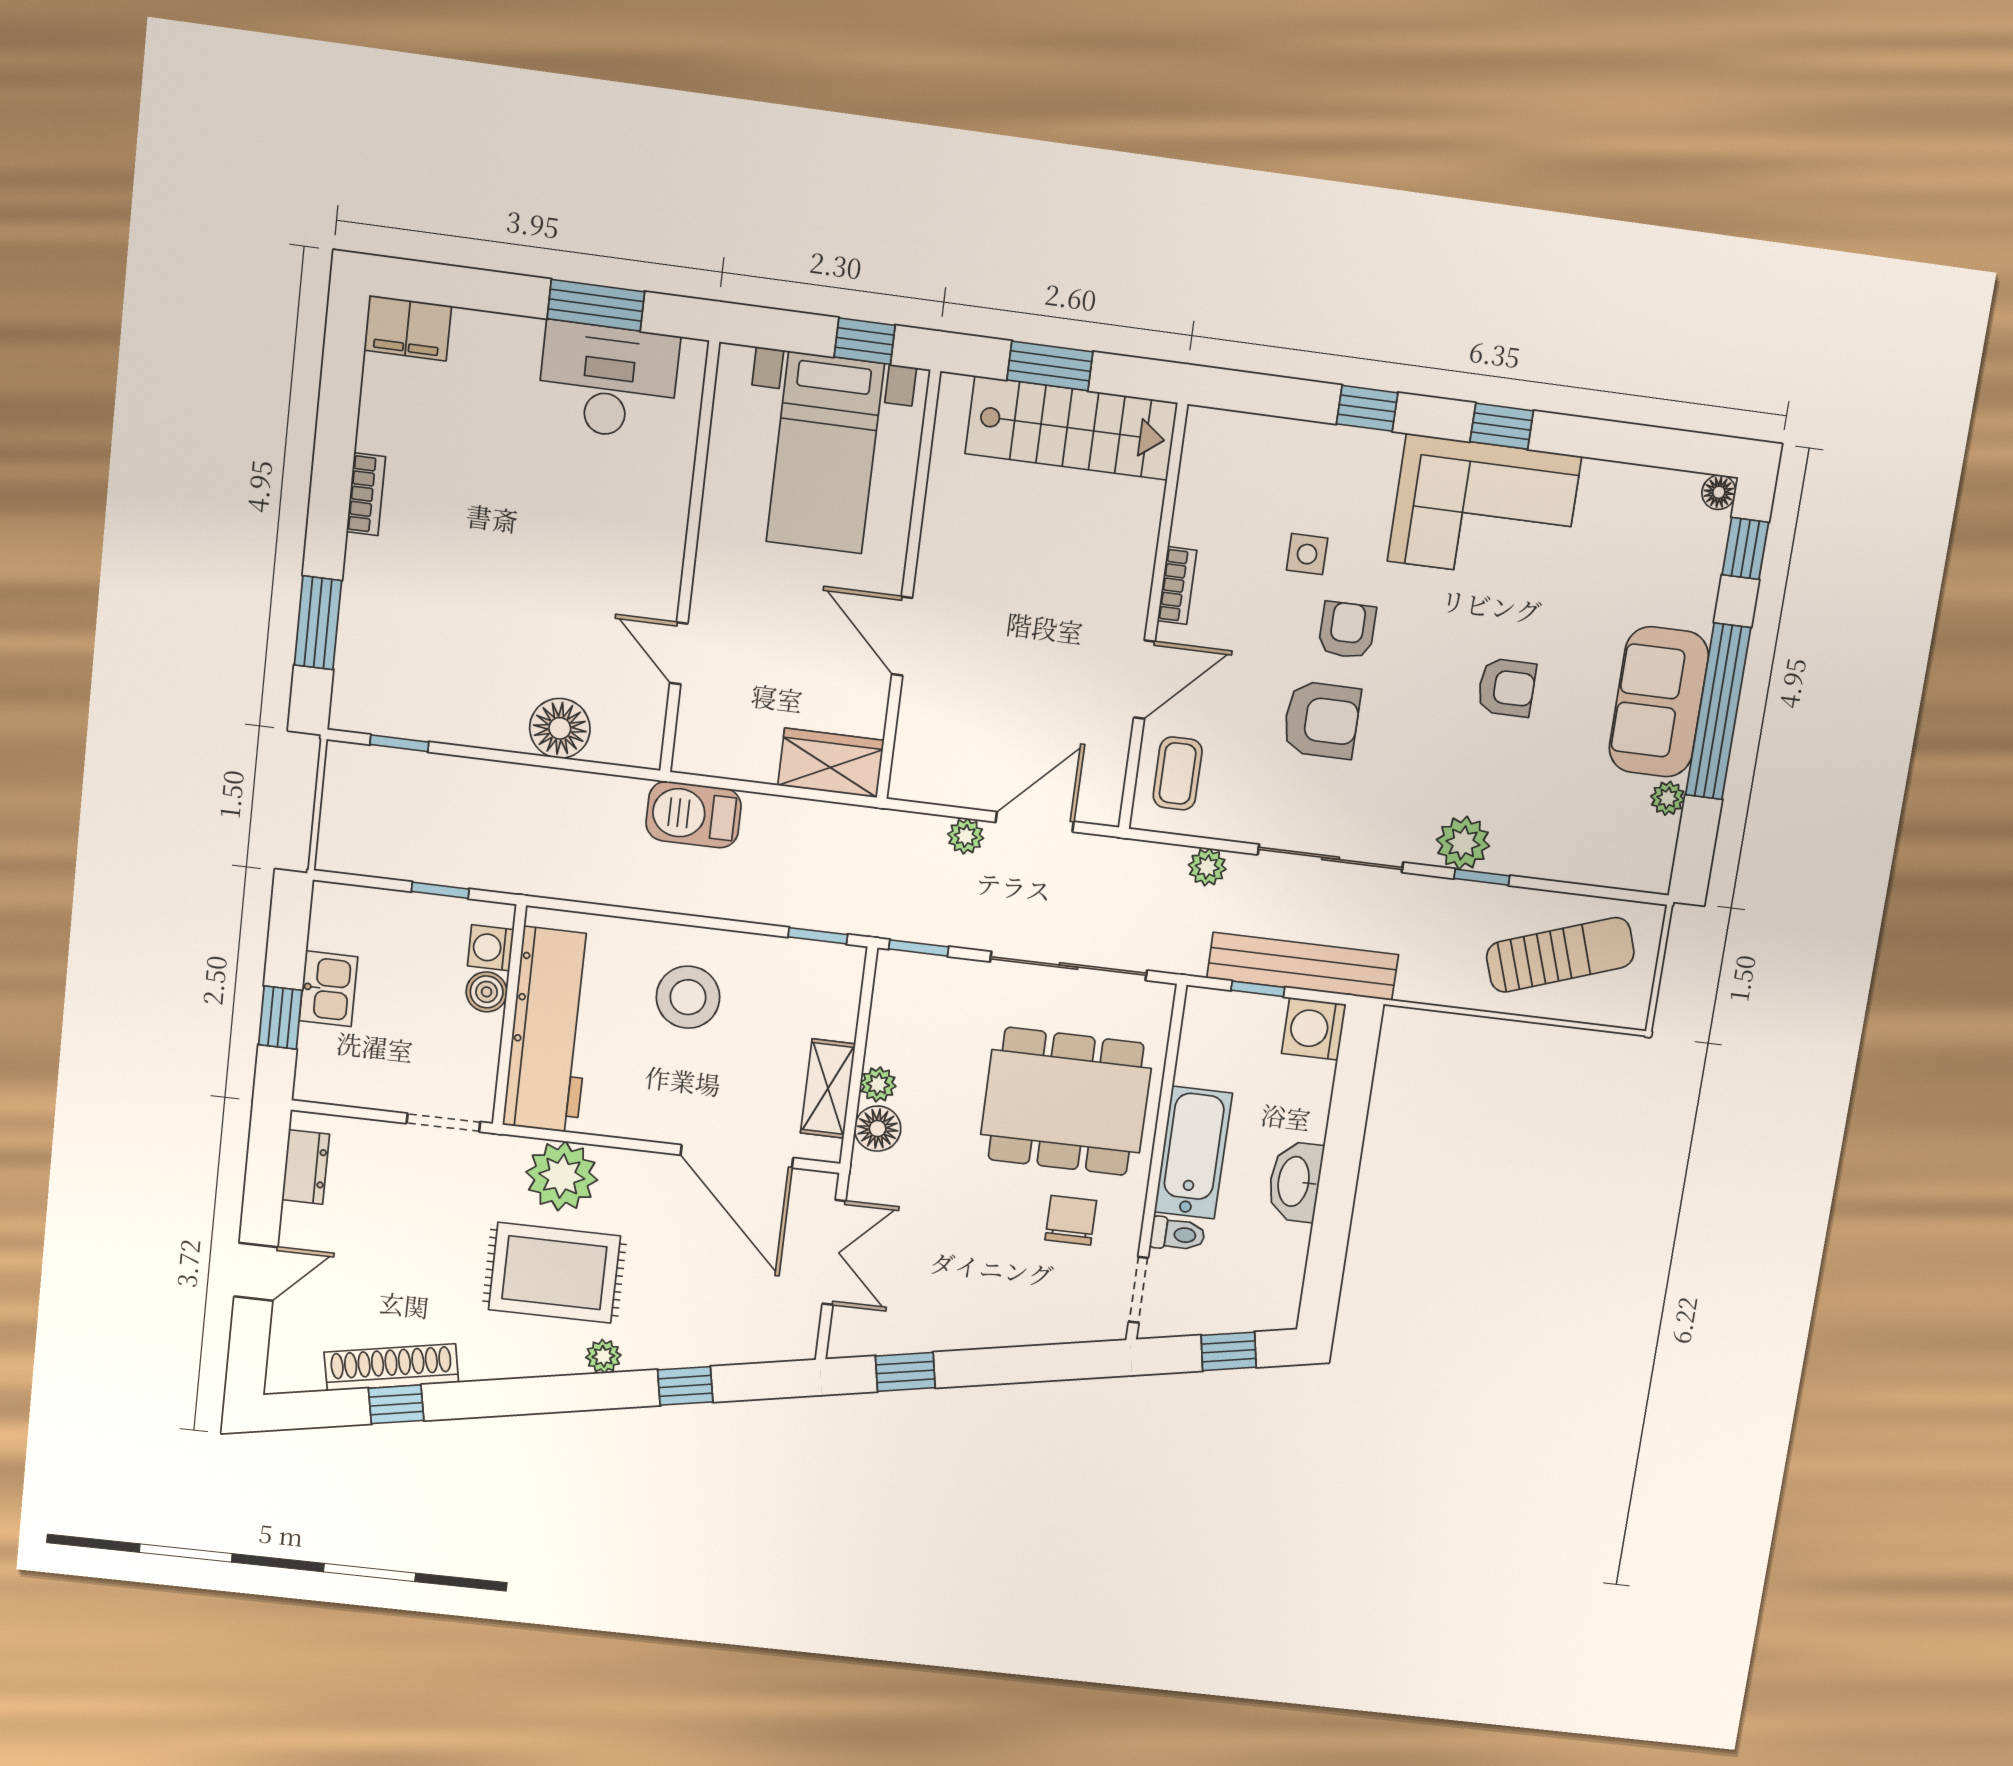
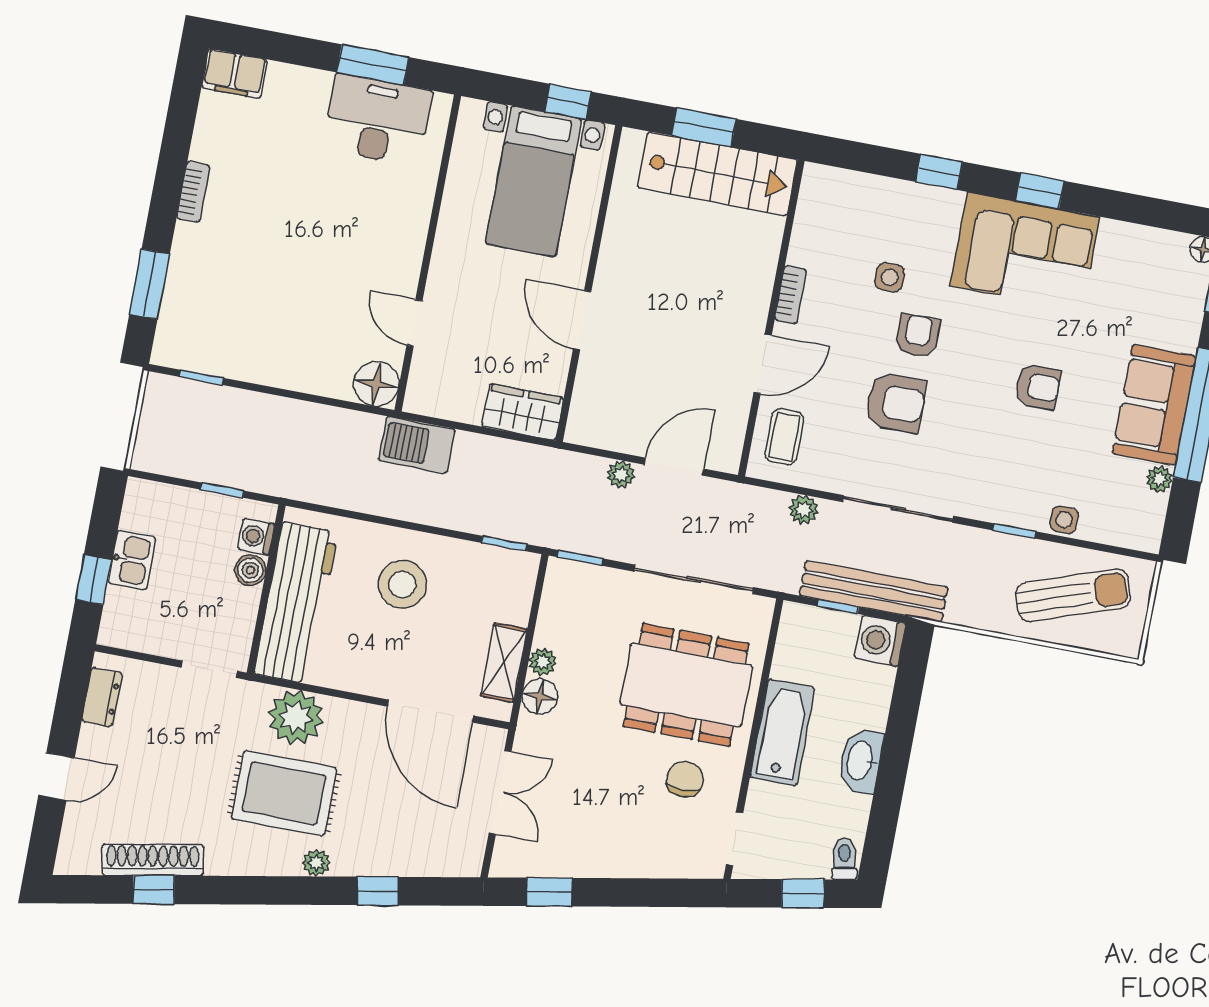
floor lamp: (560, 728) -> (376, 384), moved
plant: (1463, 843) -> (1001, 504), removed
side table: (1546, 859) -> (1064, 520), added
toilet: (1178, 1234) -> (844, 859), moved, turned -100

